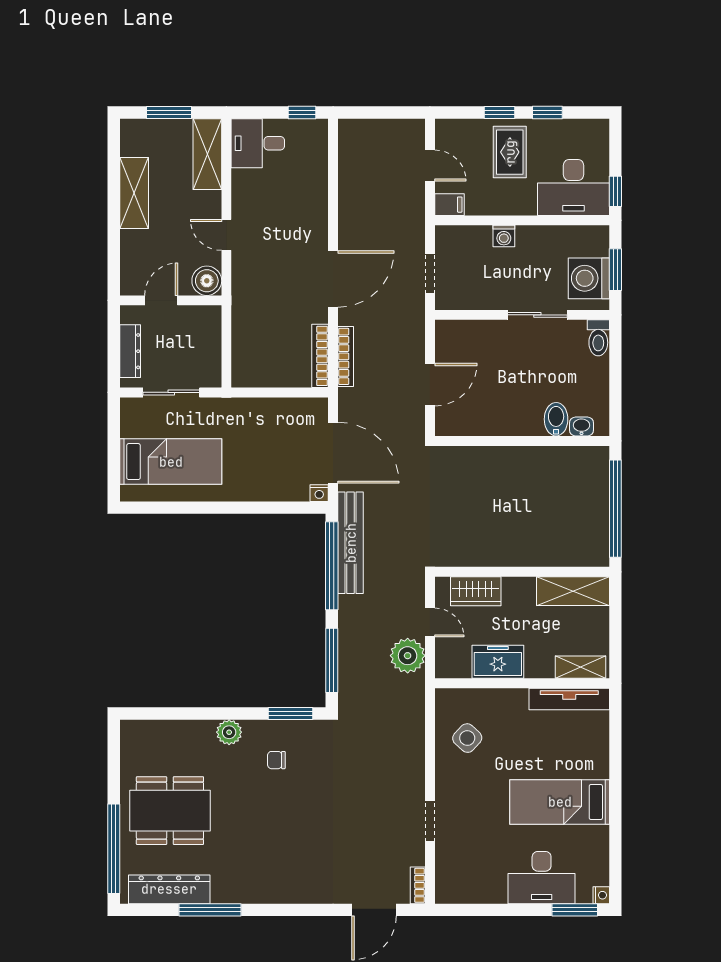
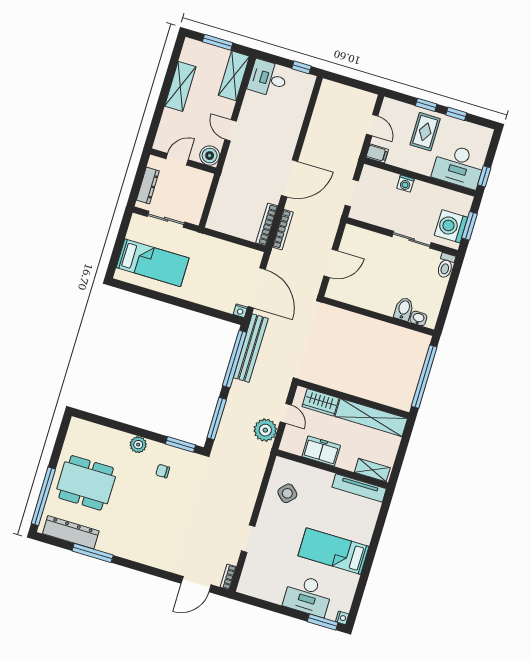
shelving: (573, 591) -> (371, 417), width x1.47

